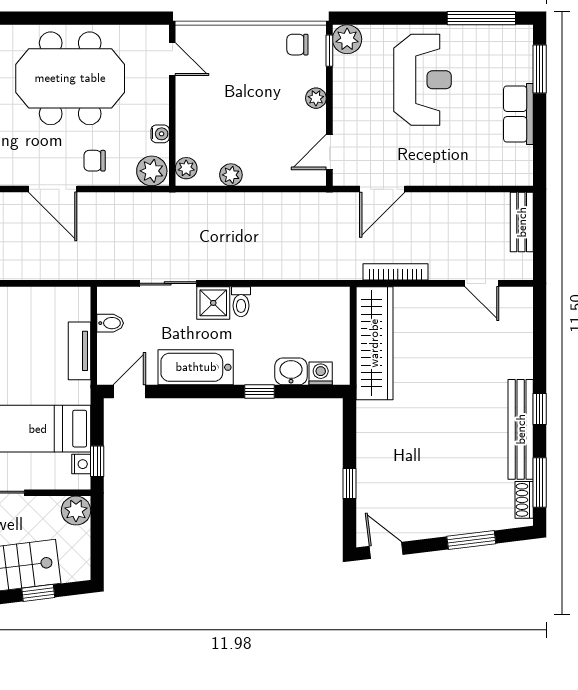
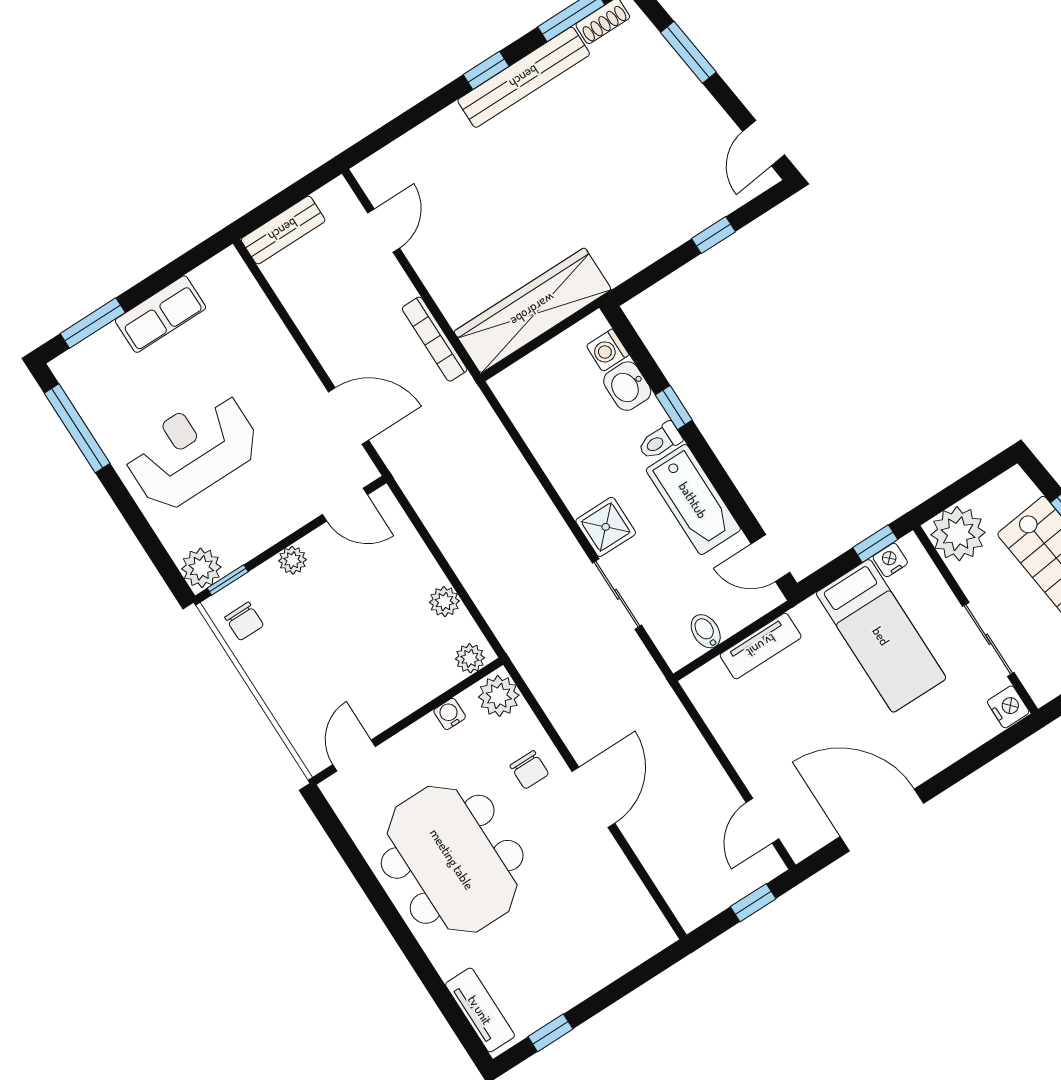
toilet: (241, 302) -> (660, 441), moved, turned 180
plant: (76, 511) -> (958, 534), width x1.36, depth x1.36

